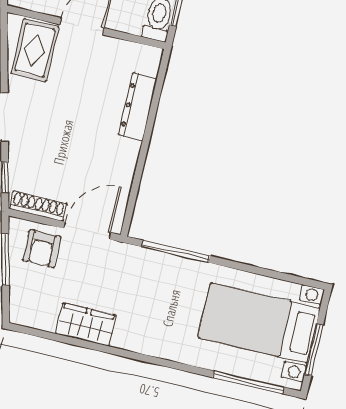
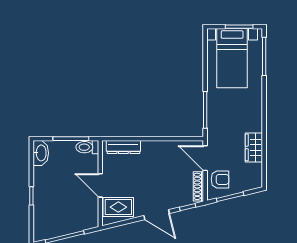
dresser: (138, 107) -> (123, 147), moved

